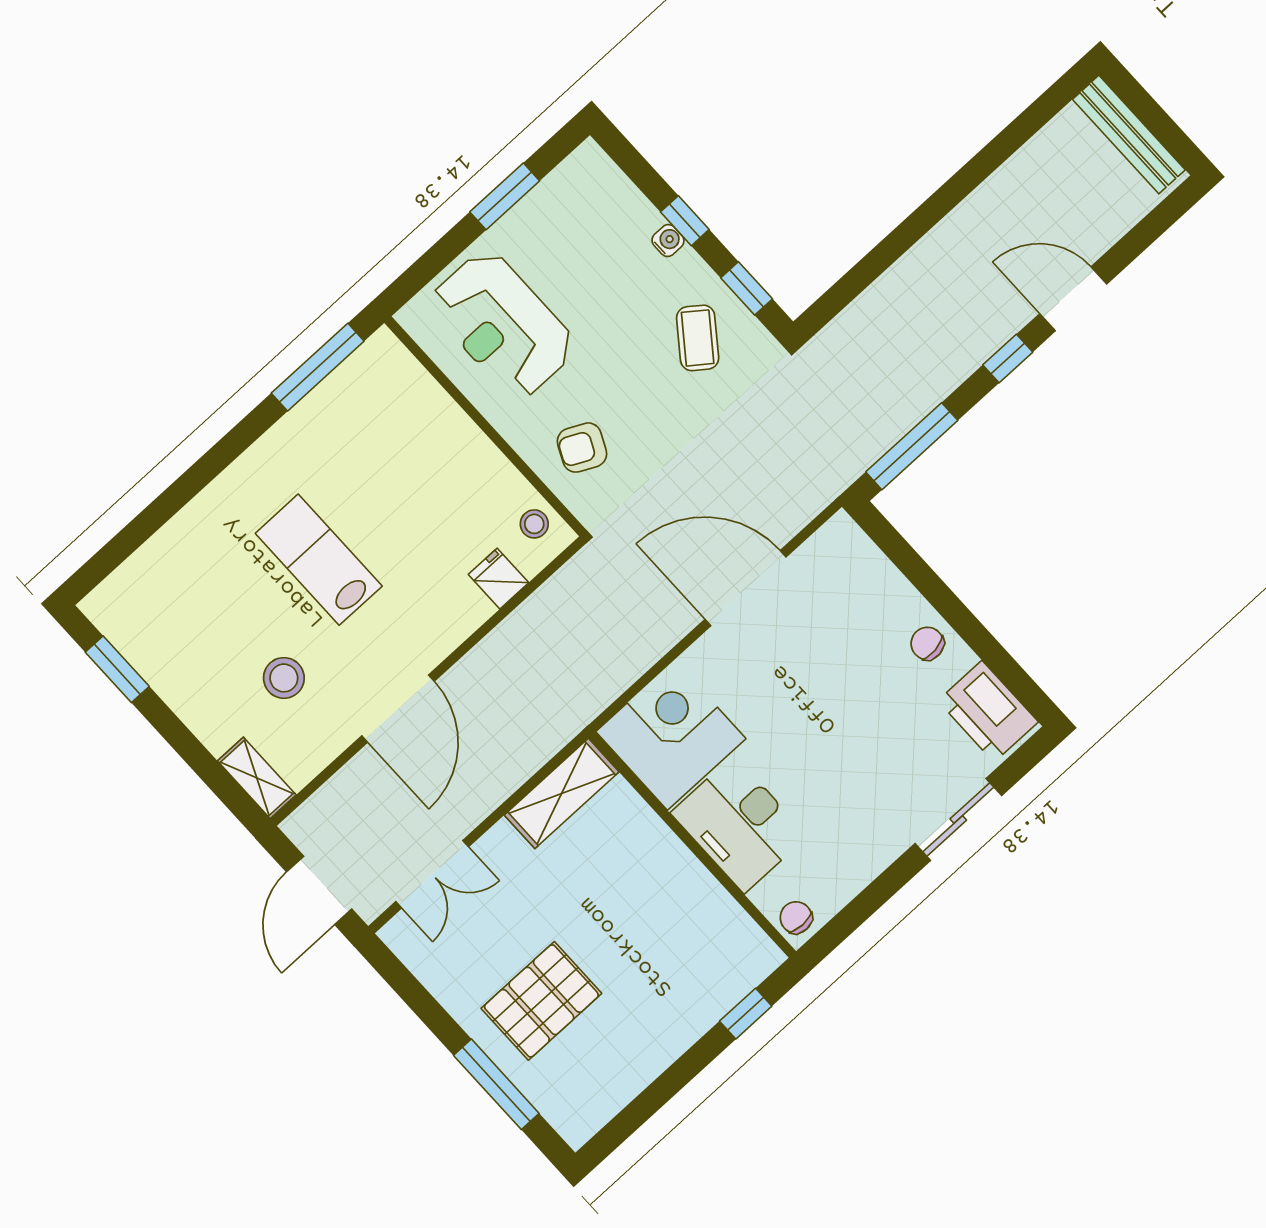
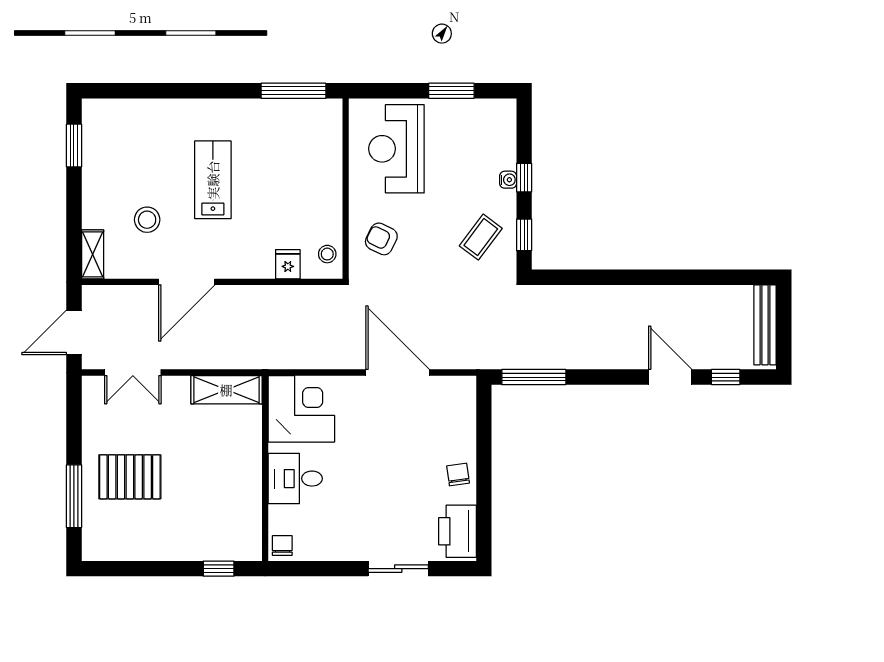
window: (1008, 359) -> (726, 377), moved
desk: (739, 824) -> (295, 479), width x0.73

